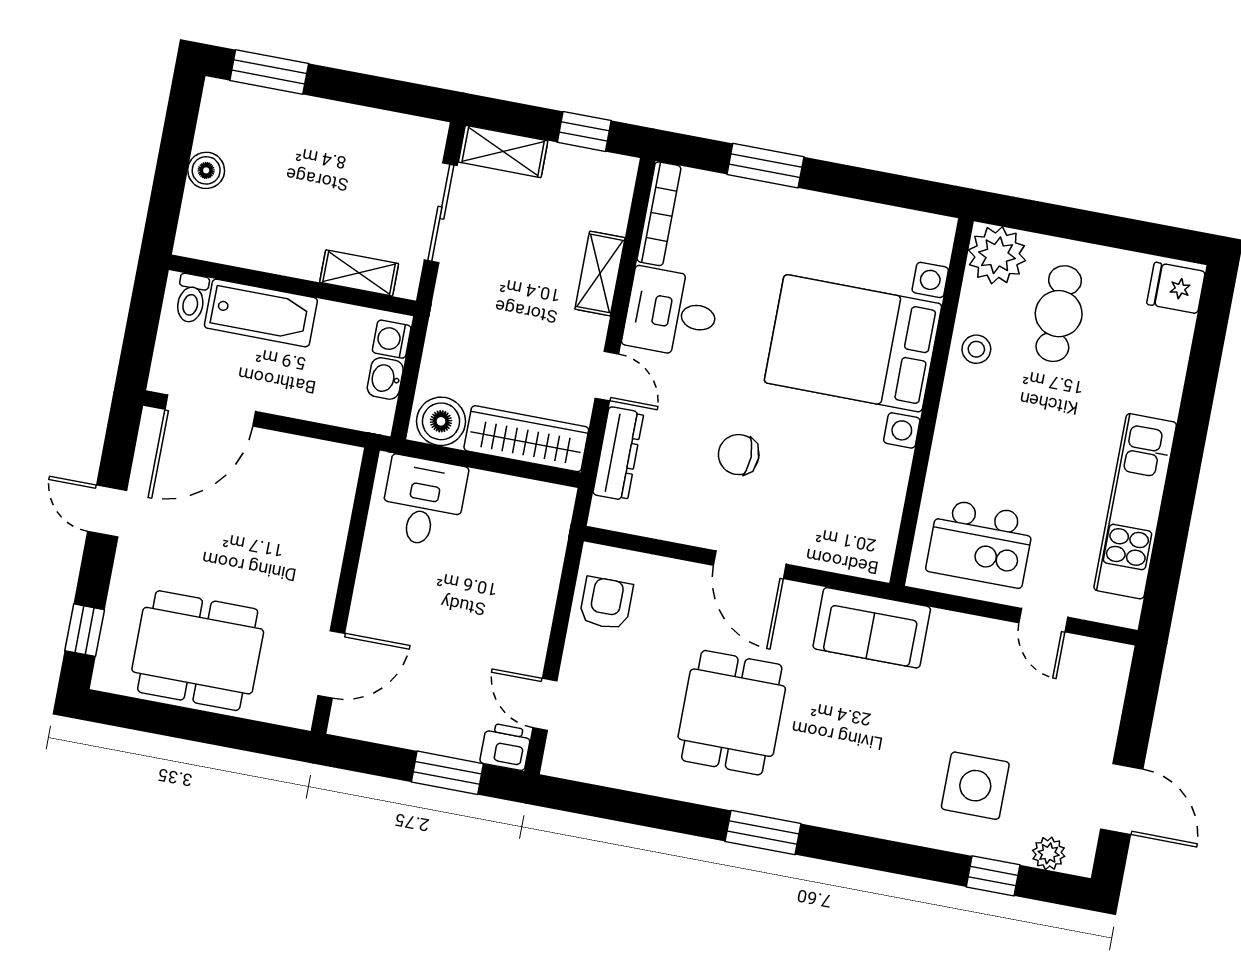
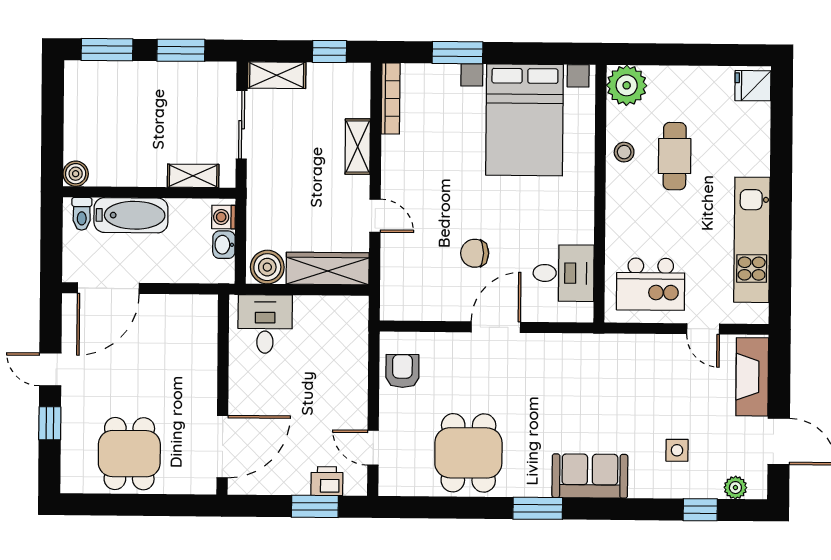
window: (374, 92) -> (181, 50), added
boiler: (206, 170) -> (76, 174), moved
desk: (671, 313) -> (563, 273), moved, turned 180
cafe table: (1059, 314) -> (675, 156), moved
bed with nightstands: (853, 343) -> (525, 120), moved, turned -90
dresser: (618, 454) -> (392, 267), removed
door: (750, 565) -> (496, 327), swing flipped
sofa: (872, 628) -> (590, 476), moved, turned 180
window: (85, 630) -> (50, 423), moved
dining table: (198, 651) -> (129, 454), width x0.73
door: (331, 664) -> (222, 447), width x1.36
fireplace: (1101, 701) -> (752, 377), added
dining table: (732, 713) -> (468, 453), moved
printer: (506, 747) -> (327, 481), moved
side table: (975, 786) -> (677, 450), width x0.54, depth x0.54

